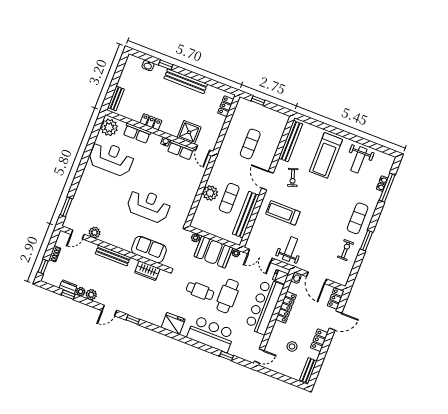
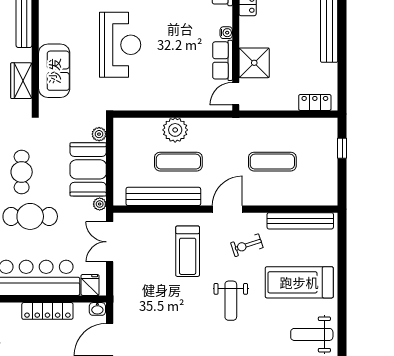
treadmill: (283, 213) -> (188, 251), turned 180
weight bench: (290, 249) -> (231, 301), moved, turned 90

